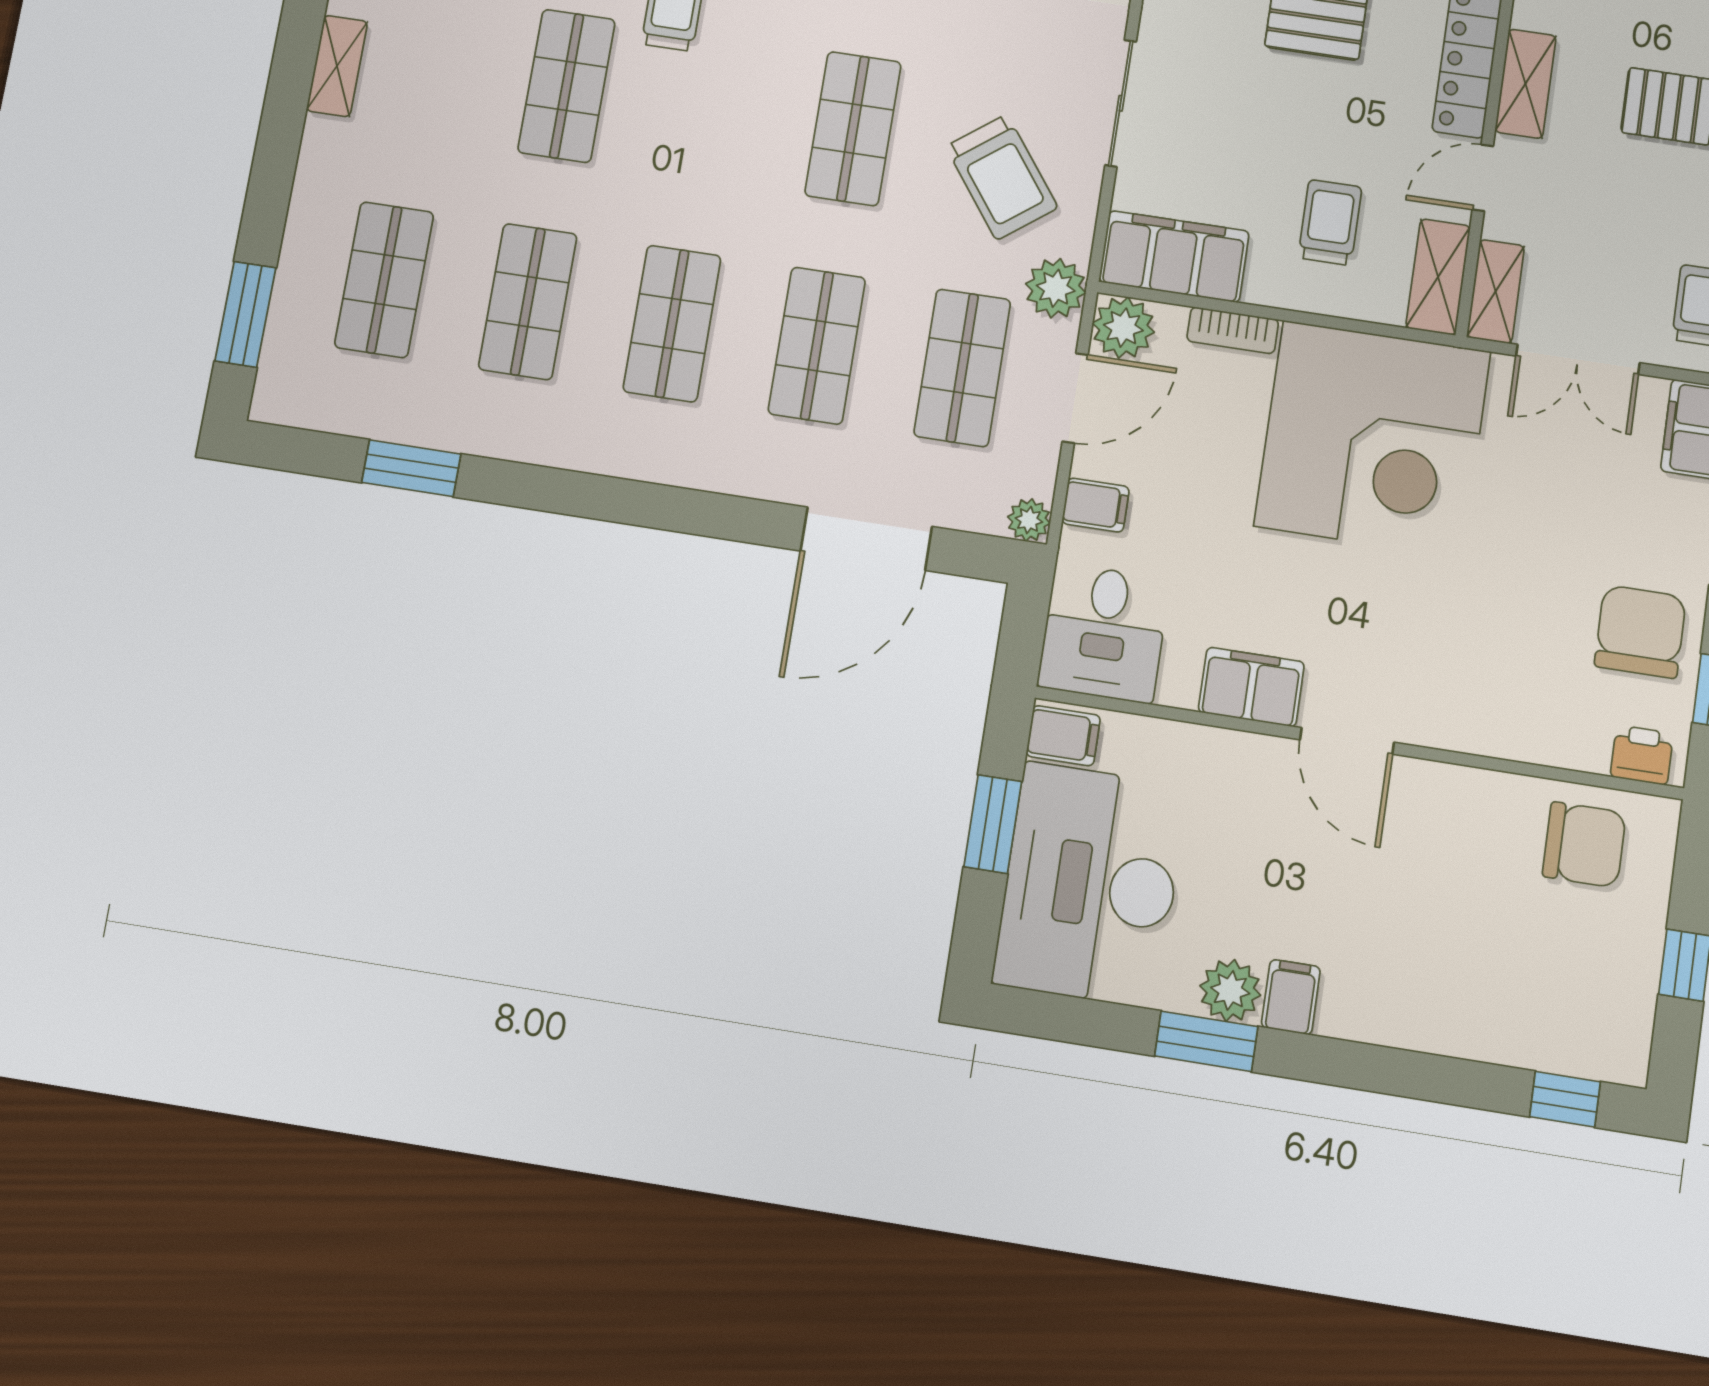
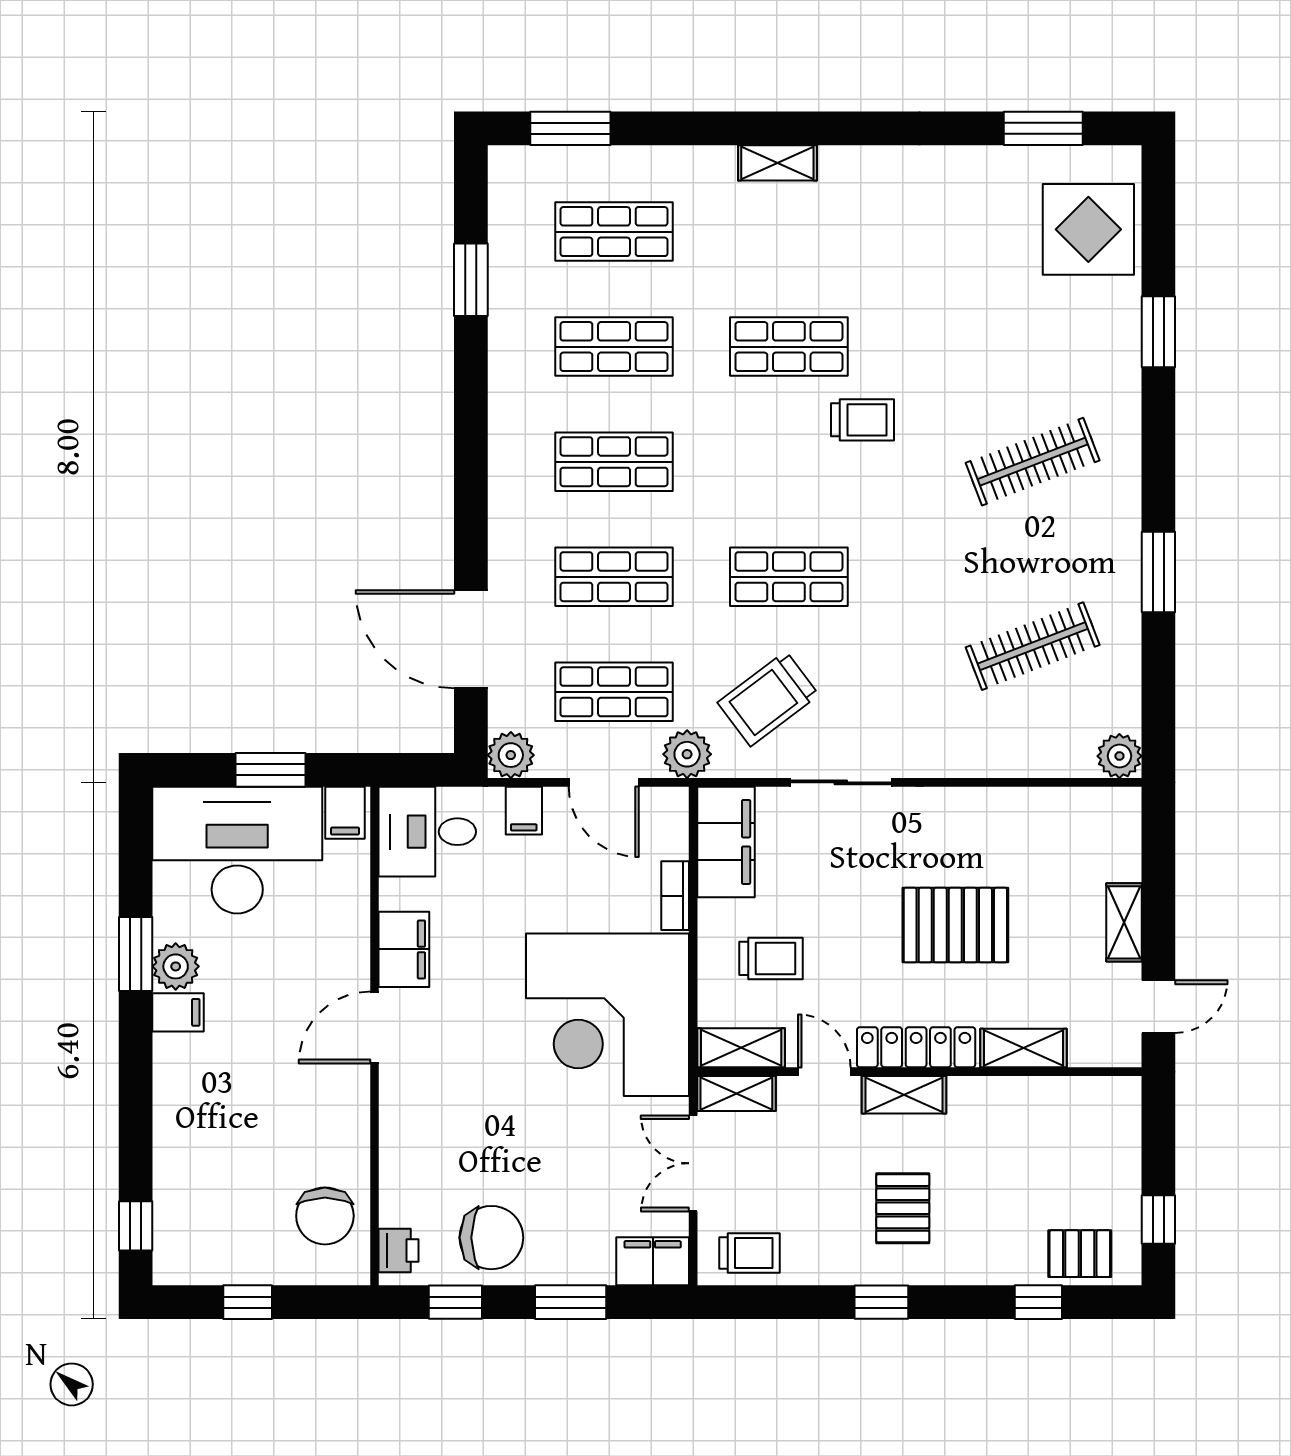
plant: (1123, 328) -> (664, 811), removed
plant: (1029, 520) -> (511, 755), width x1.38, depth x1.38

